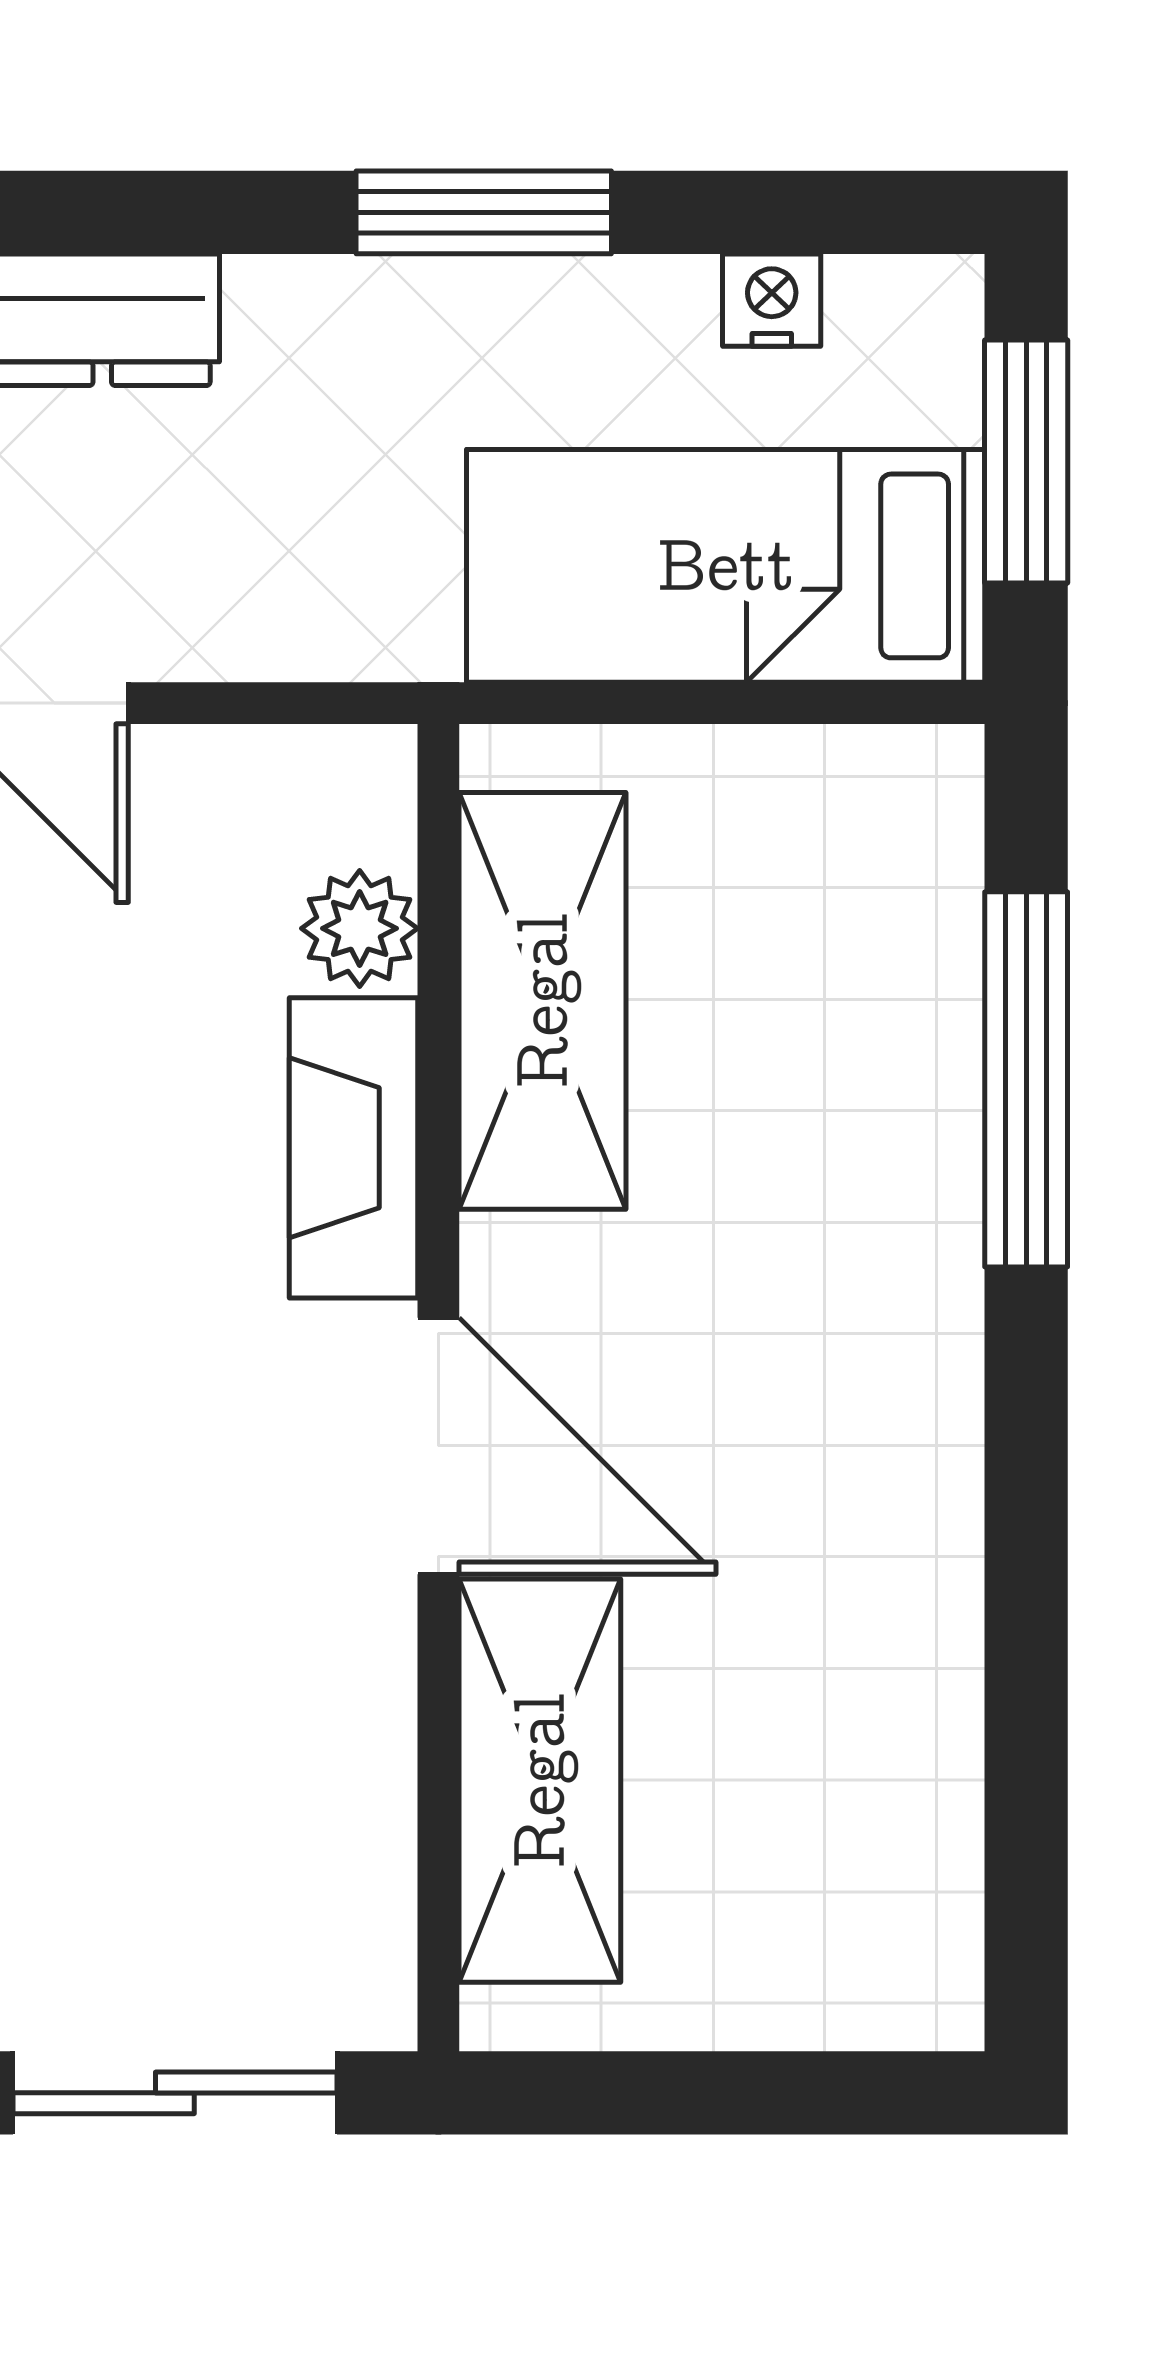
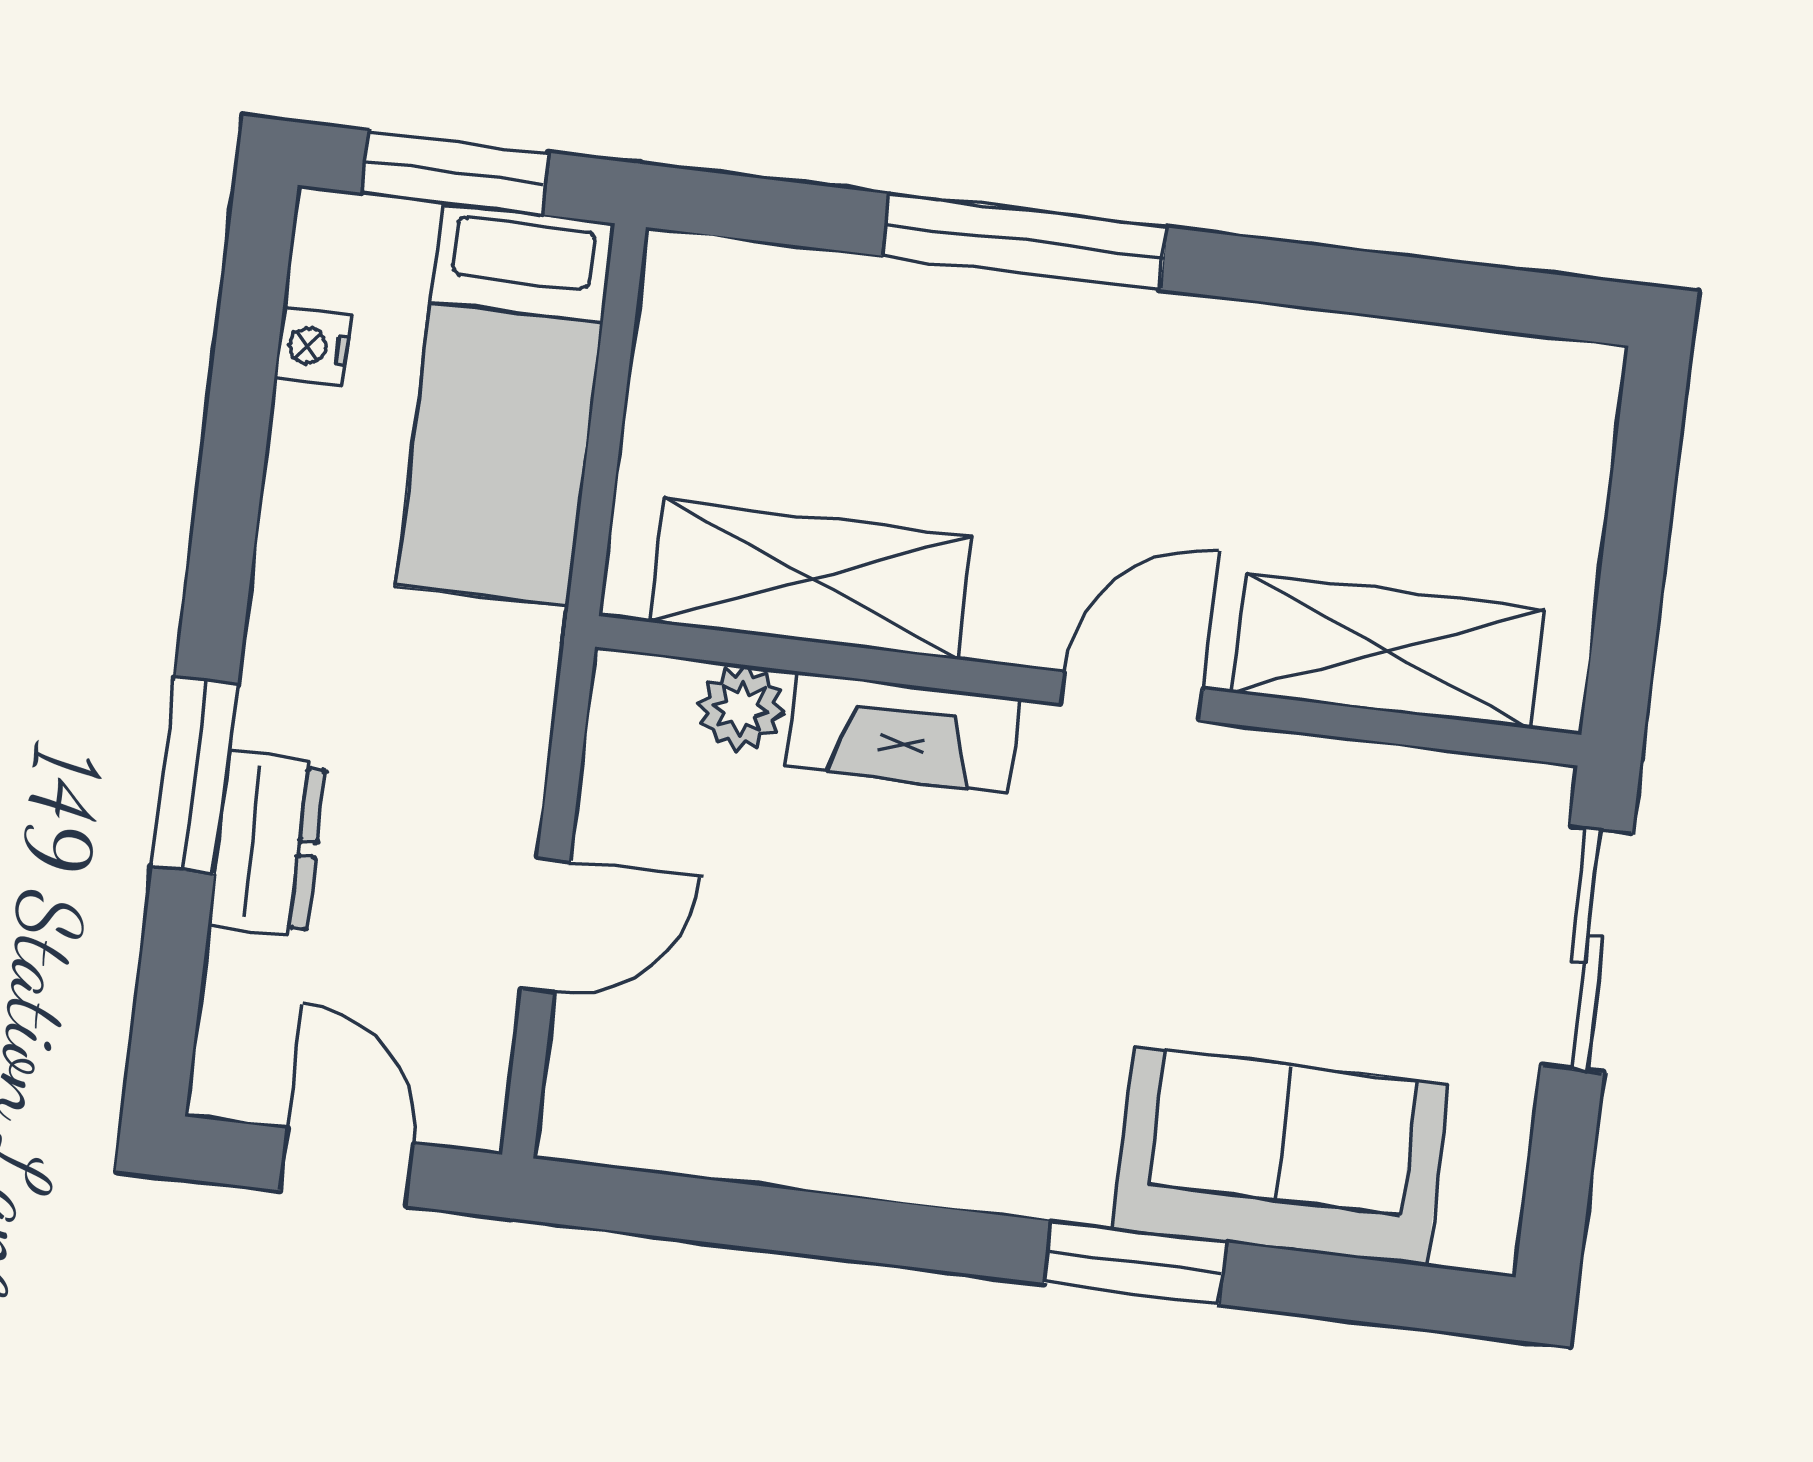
window: (484, 212) -> (195, 776), moved
window: (1026, 1079) -> (1024, 242), moved
door: (438, 1446) -> (1131, 696), width x0.73

